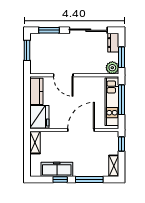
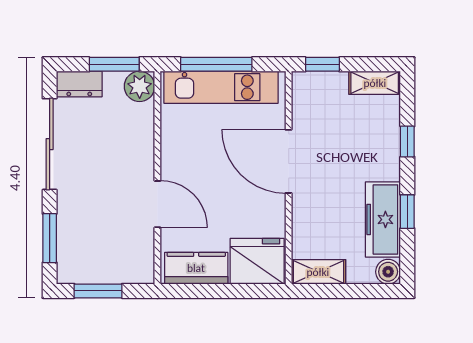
door: (63, 75) -> (157, 204), hinge flipped
boiler: (35, 171) -> (388, 272), added
window: (89, 179) -> (407, 141), width x0.46

